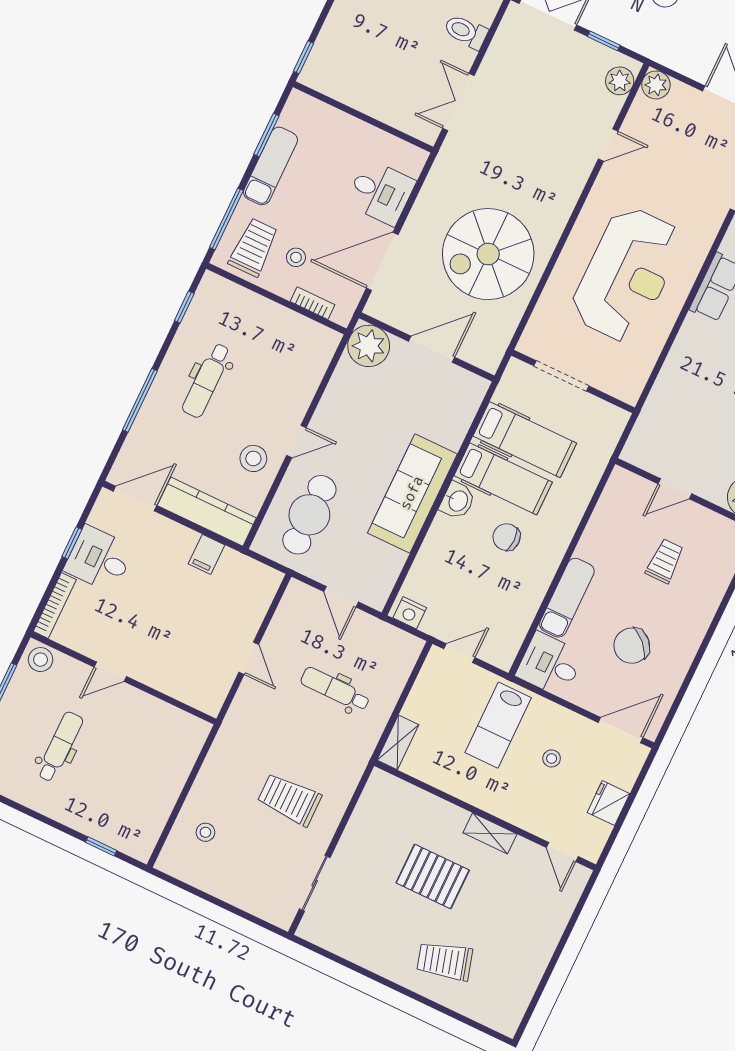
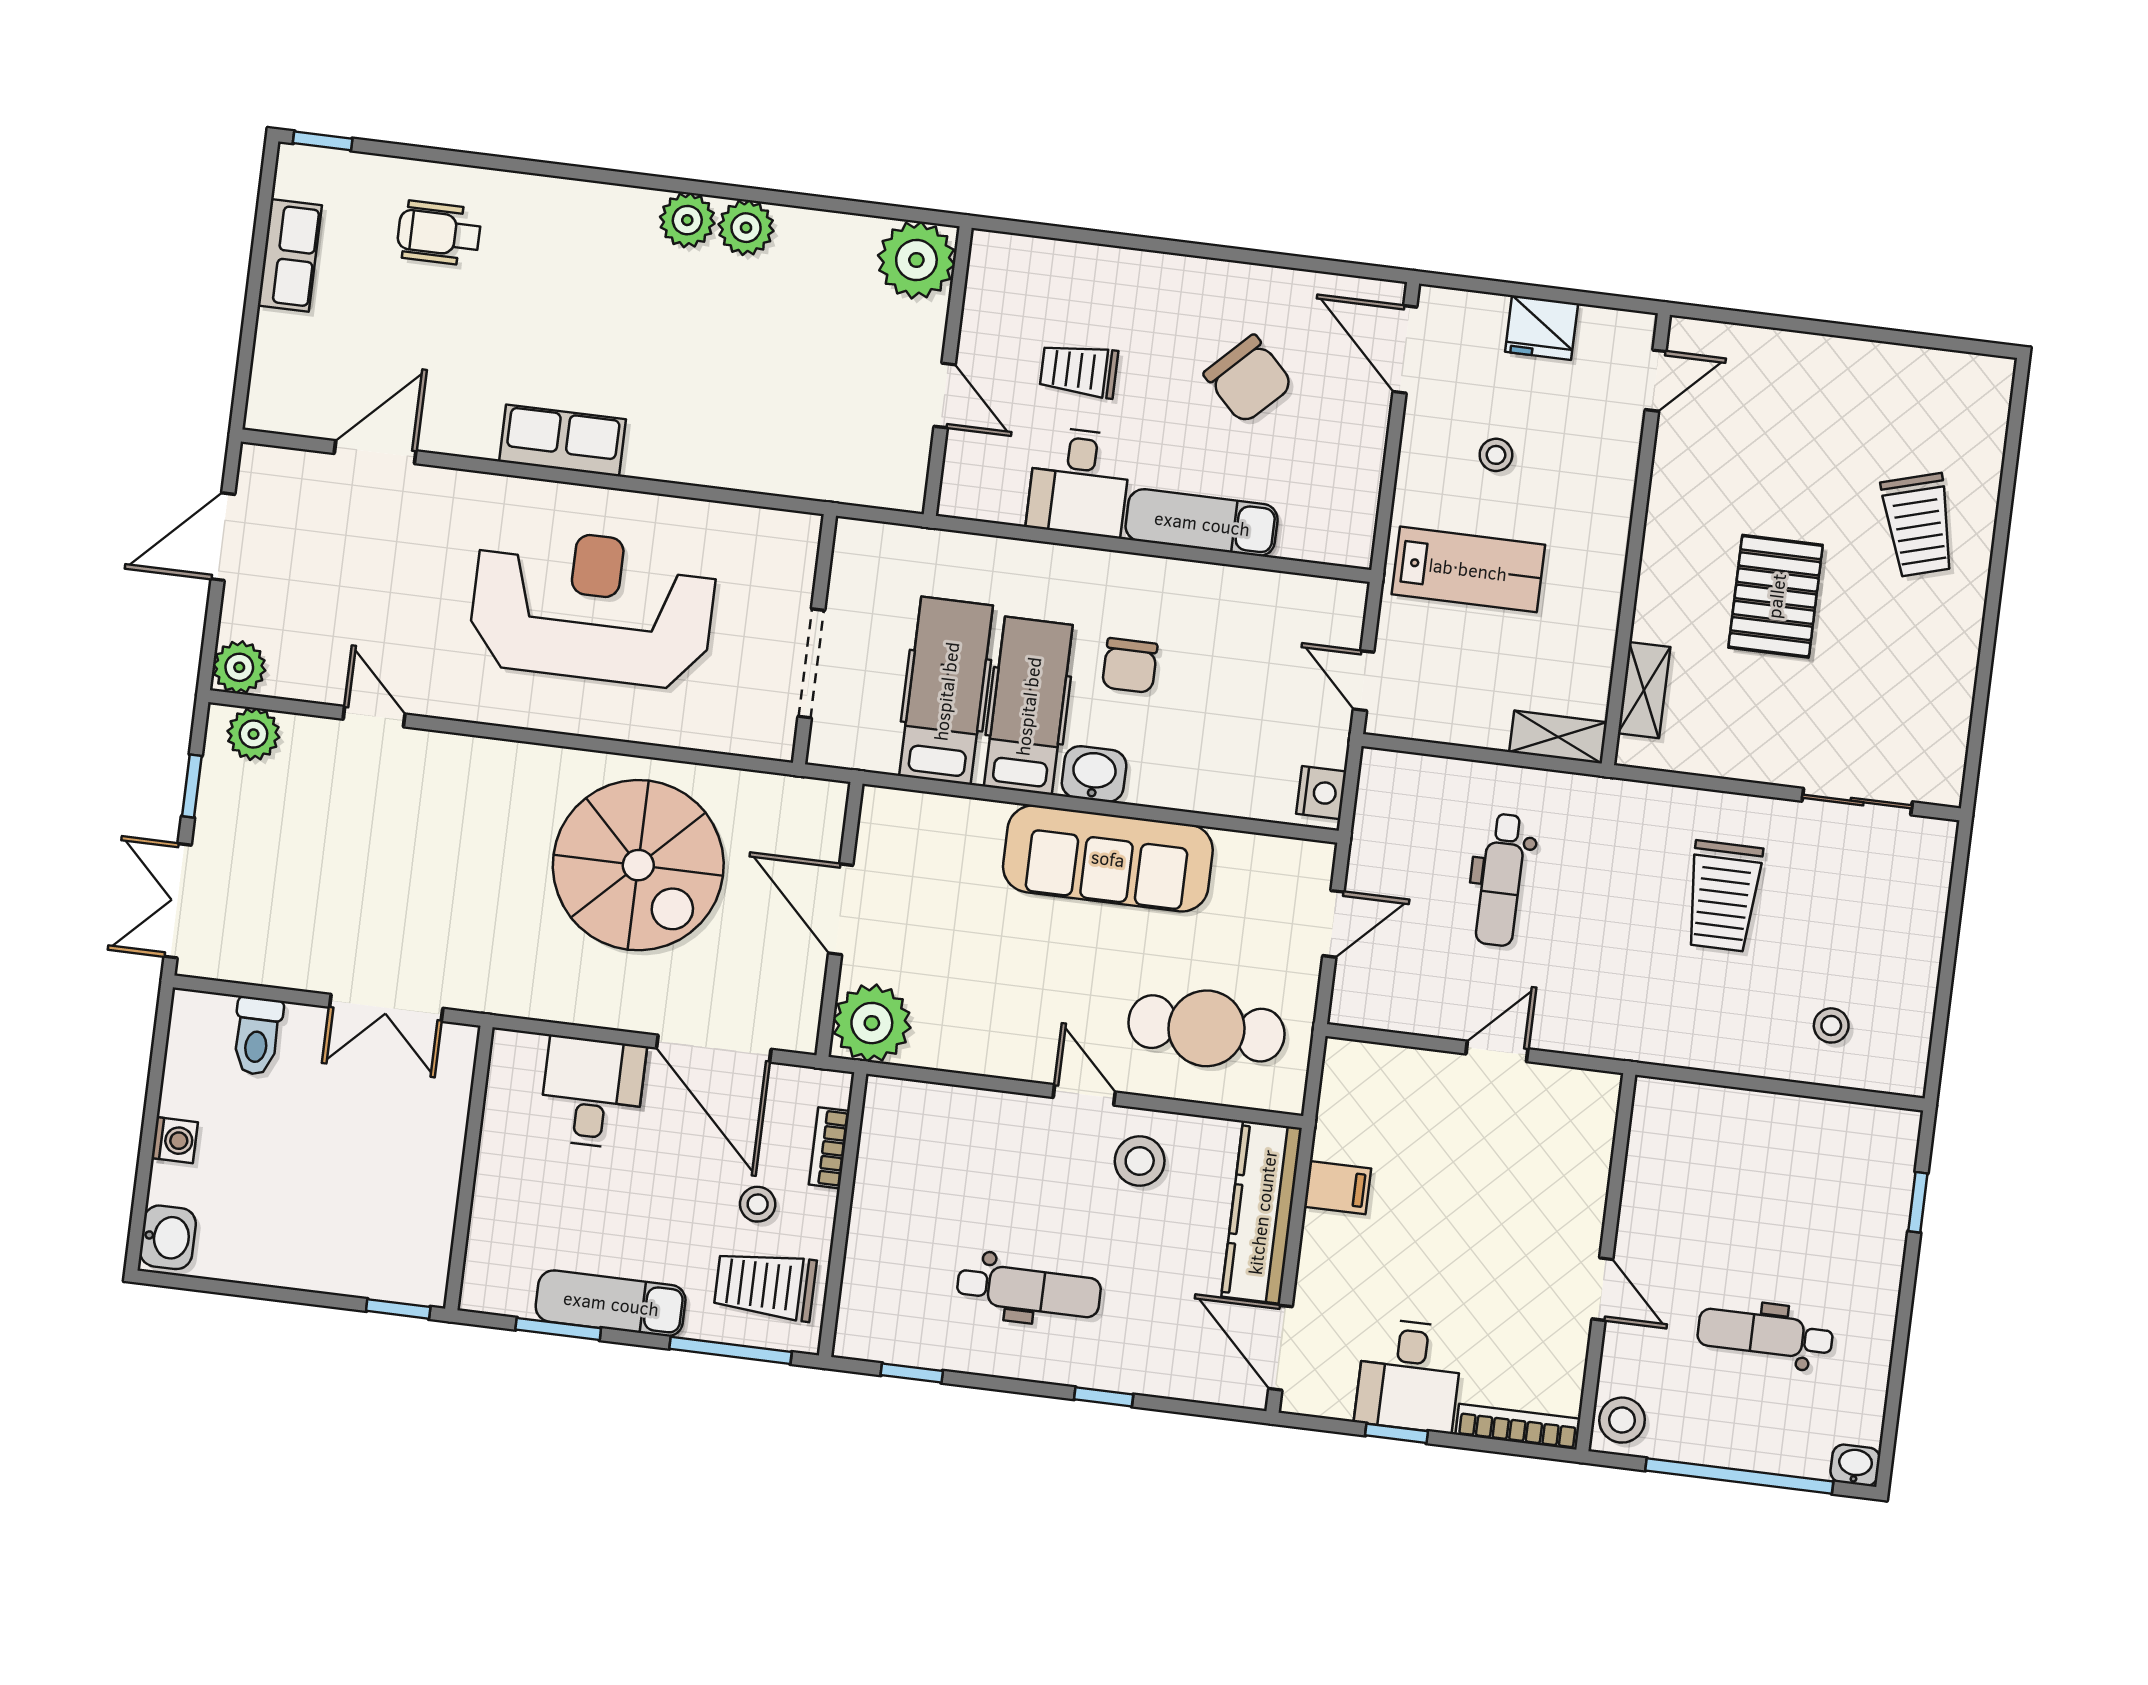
window: (140, 400) -> (1104, 1397), width x0.46
desk: (550, 665) -> (1079, 482), moved
shelving: (490, 833) -> (1644, 690), moved

